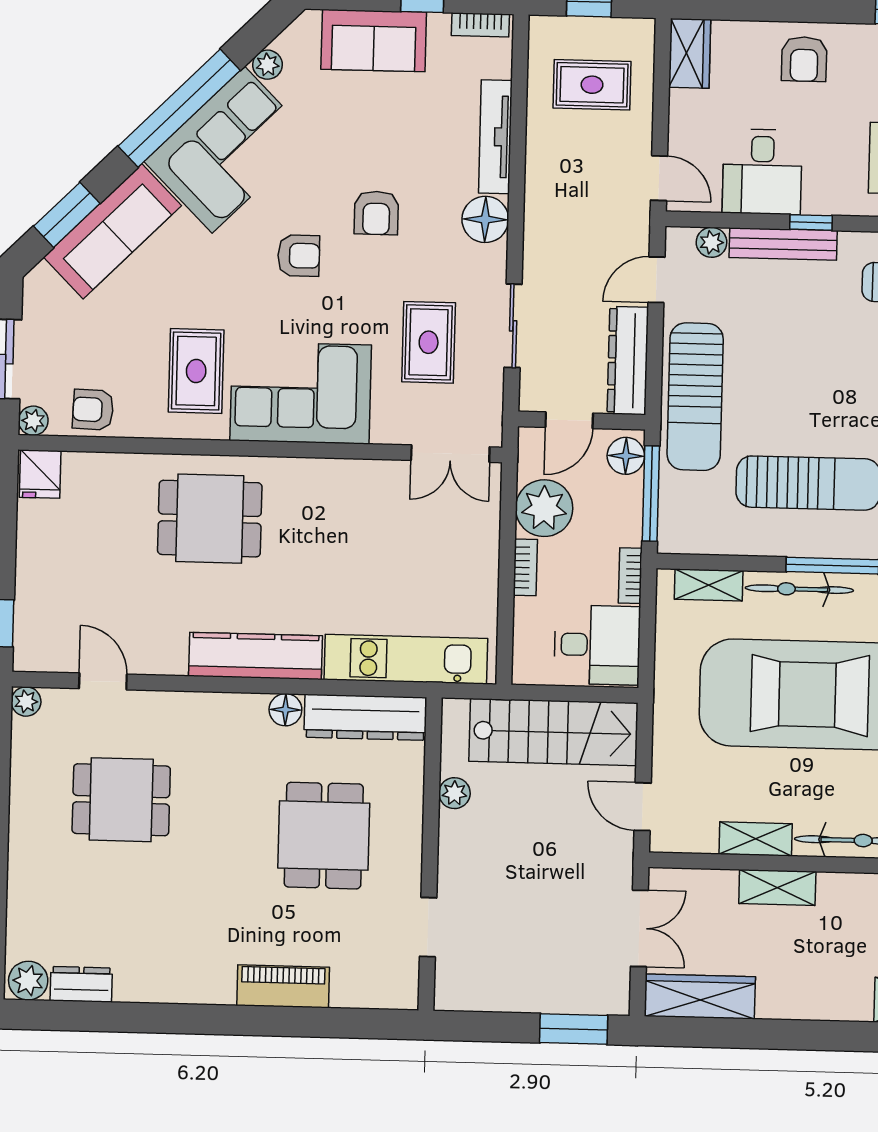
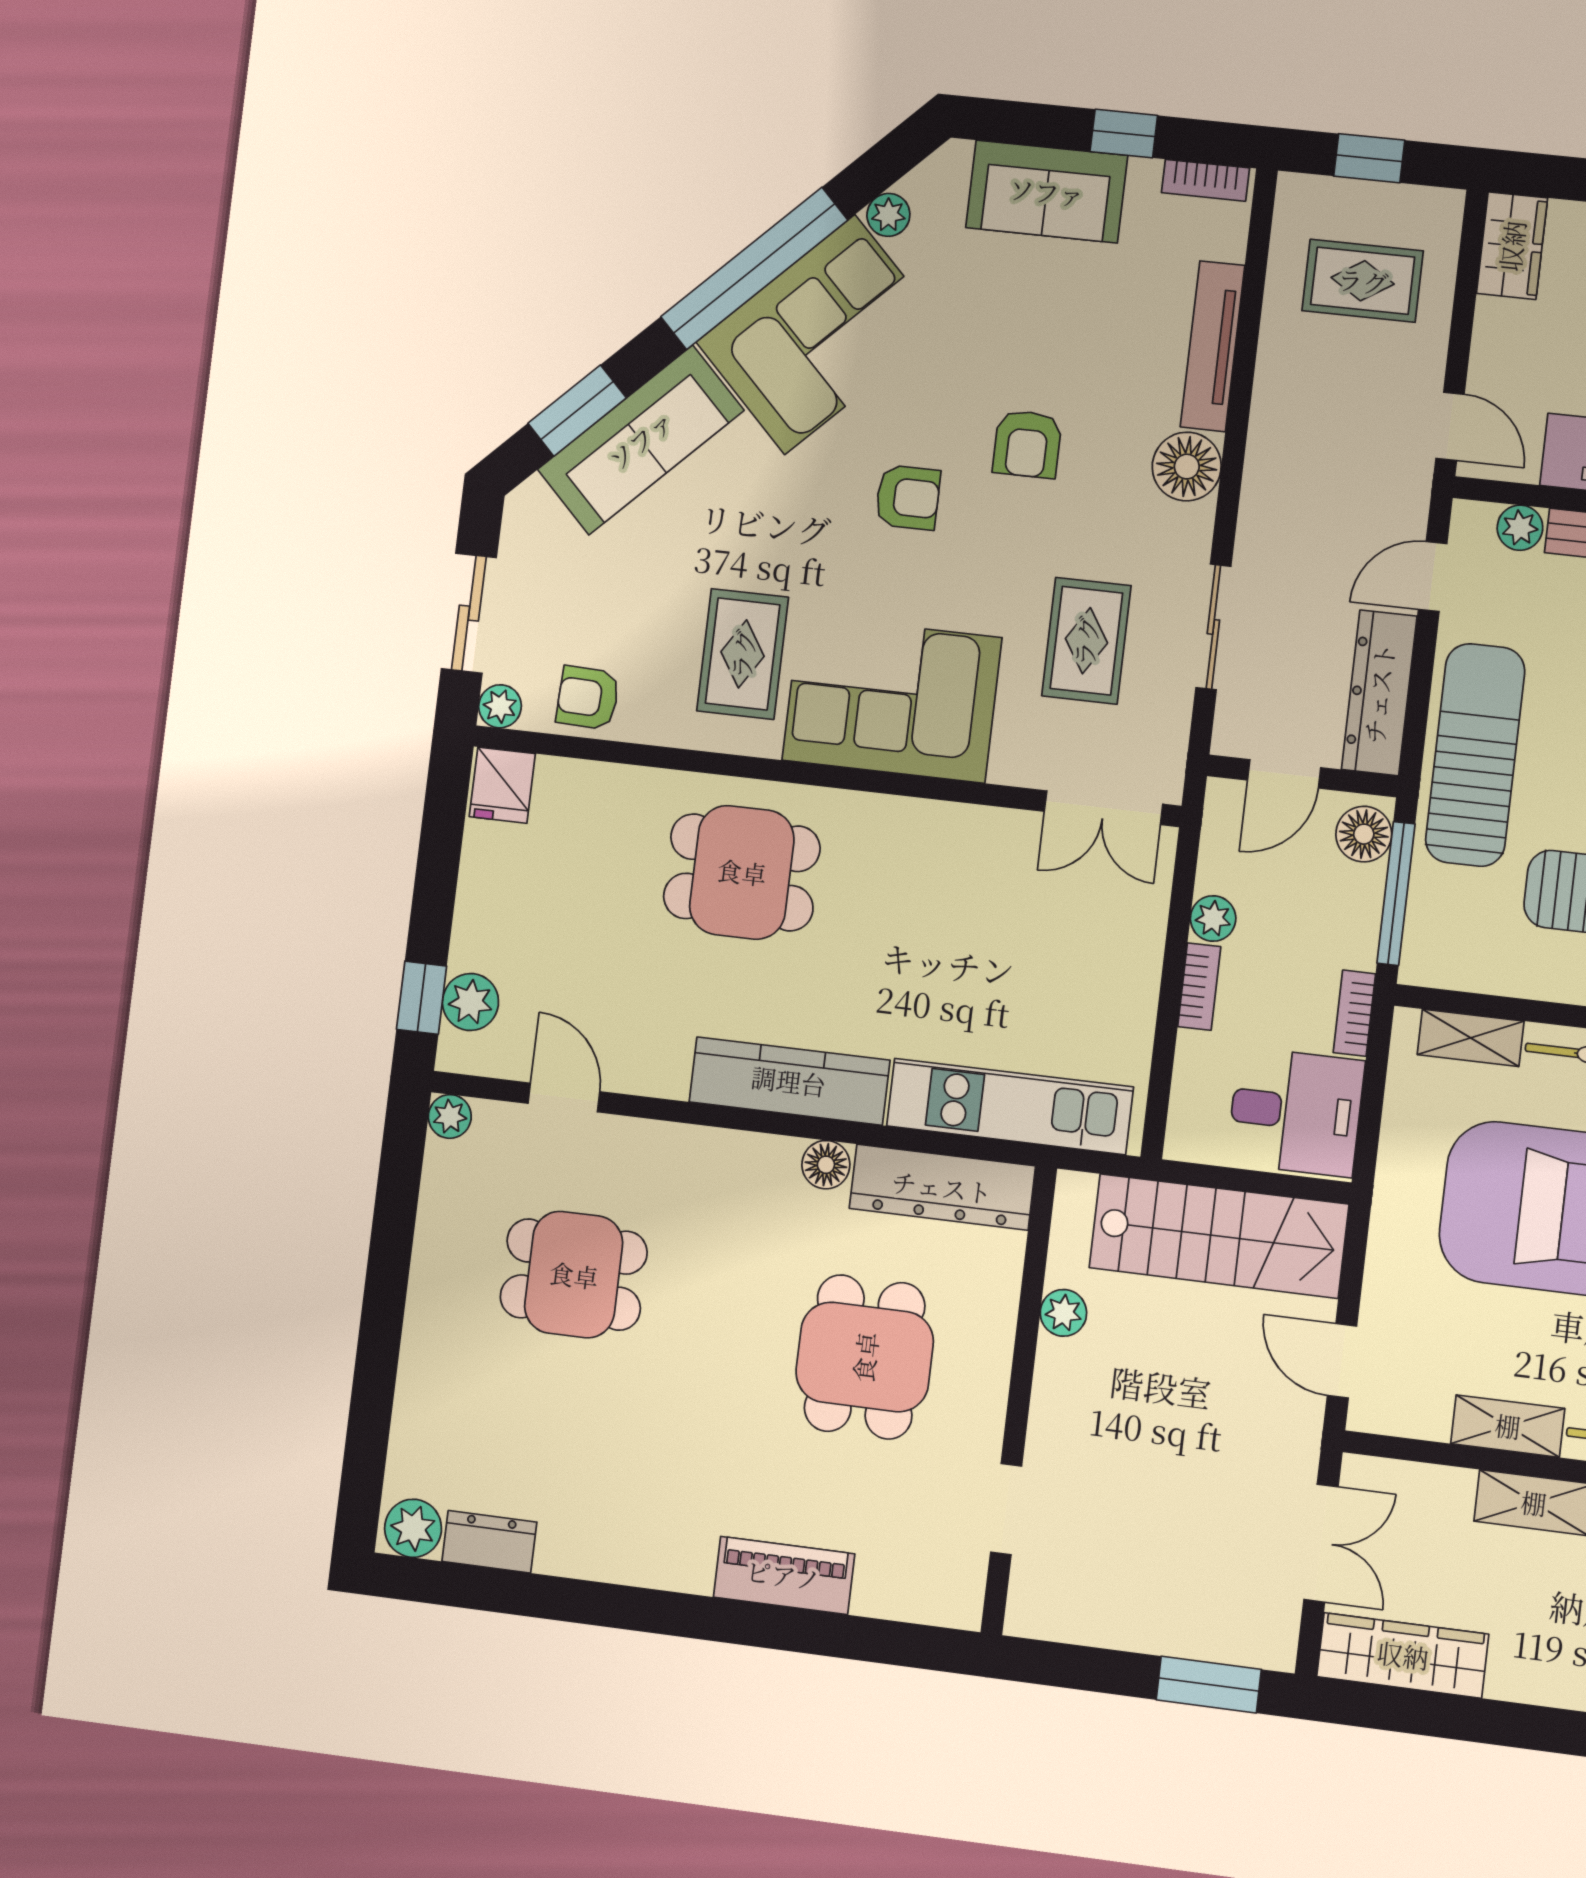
sun lounger: (695, 397) -> (1475, 755), turned 180
plant: (544, 508) -> (1213, 919), width x0.53, depth x0.53
plant: (33, 623) -> (470, 1002), added

